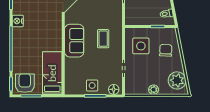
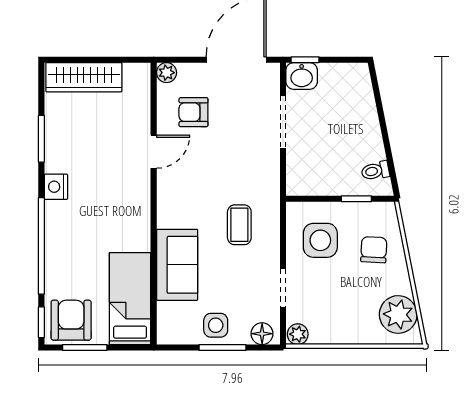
sofa: (74, 41) -> (177, 265), moved
plant: (154, 90) -> (298, 334), moved

